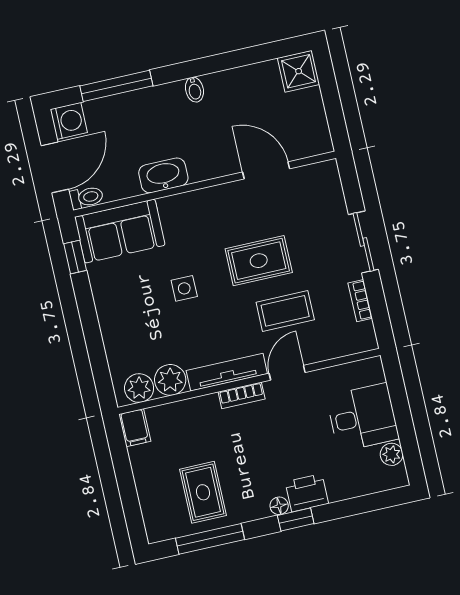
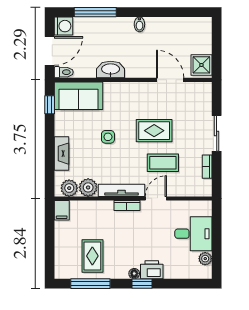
shower: (299, 71) -> (201, 65), moved
fireplace: (113, 334) -> (61, 154), added

